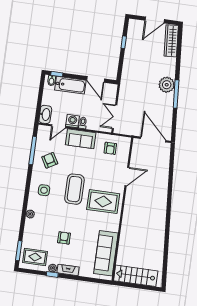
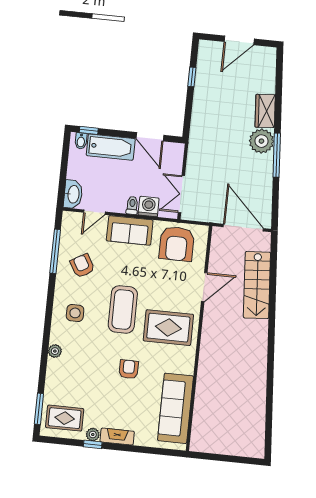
wardrobe: (171, 41) -> (265, 111), moved, width x0.67
washing machine: (72, 121) -> (149, 207), moved
armchair: (110, 148) -> (177, 244), width x1.88, depth x1.88
armchair: (64, 238) -> (129, 369), moved
stairs: (136, 276) -> (257, 285), moved, turned -94

